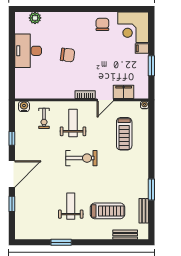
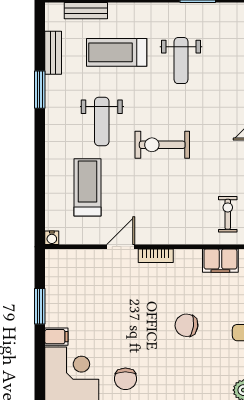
filing cabinet: (124, 92) -> (220, 261), moved
weight bench: (73, 123) -> (102, 121), moved

